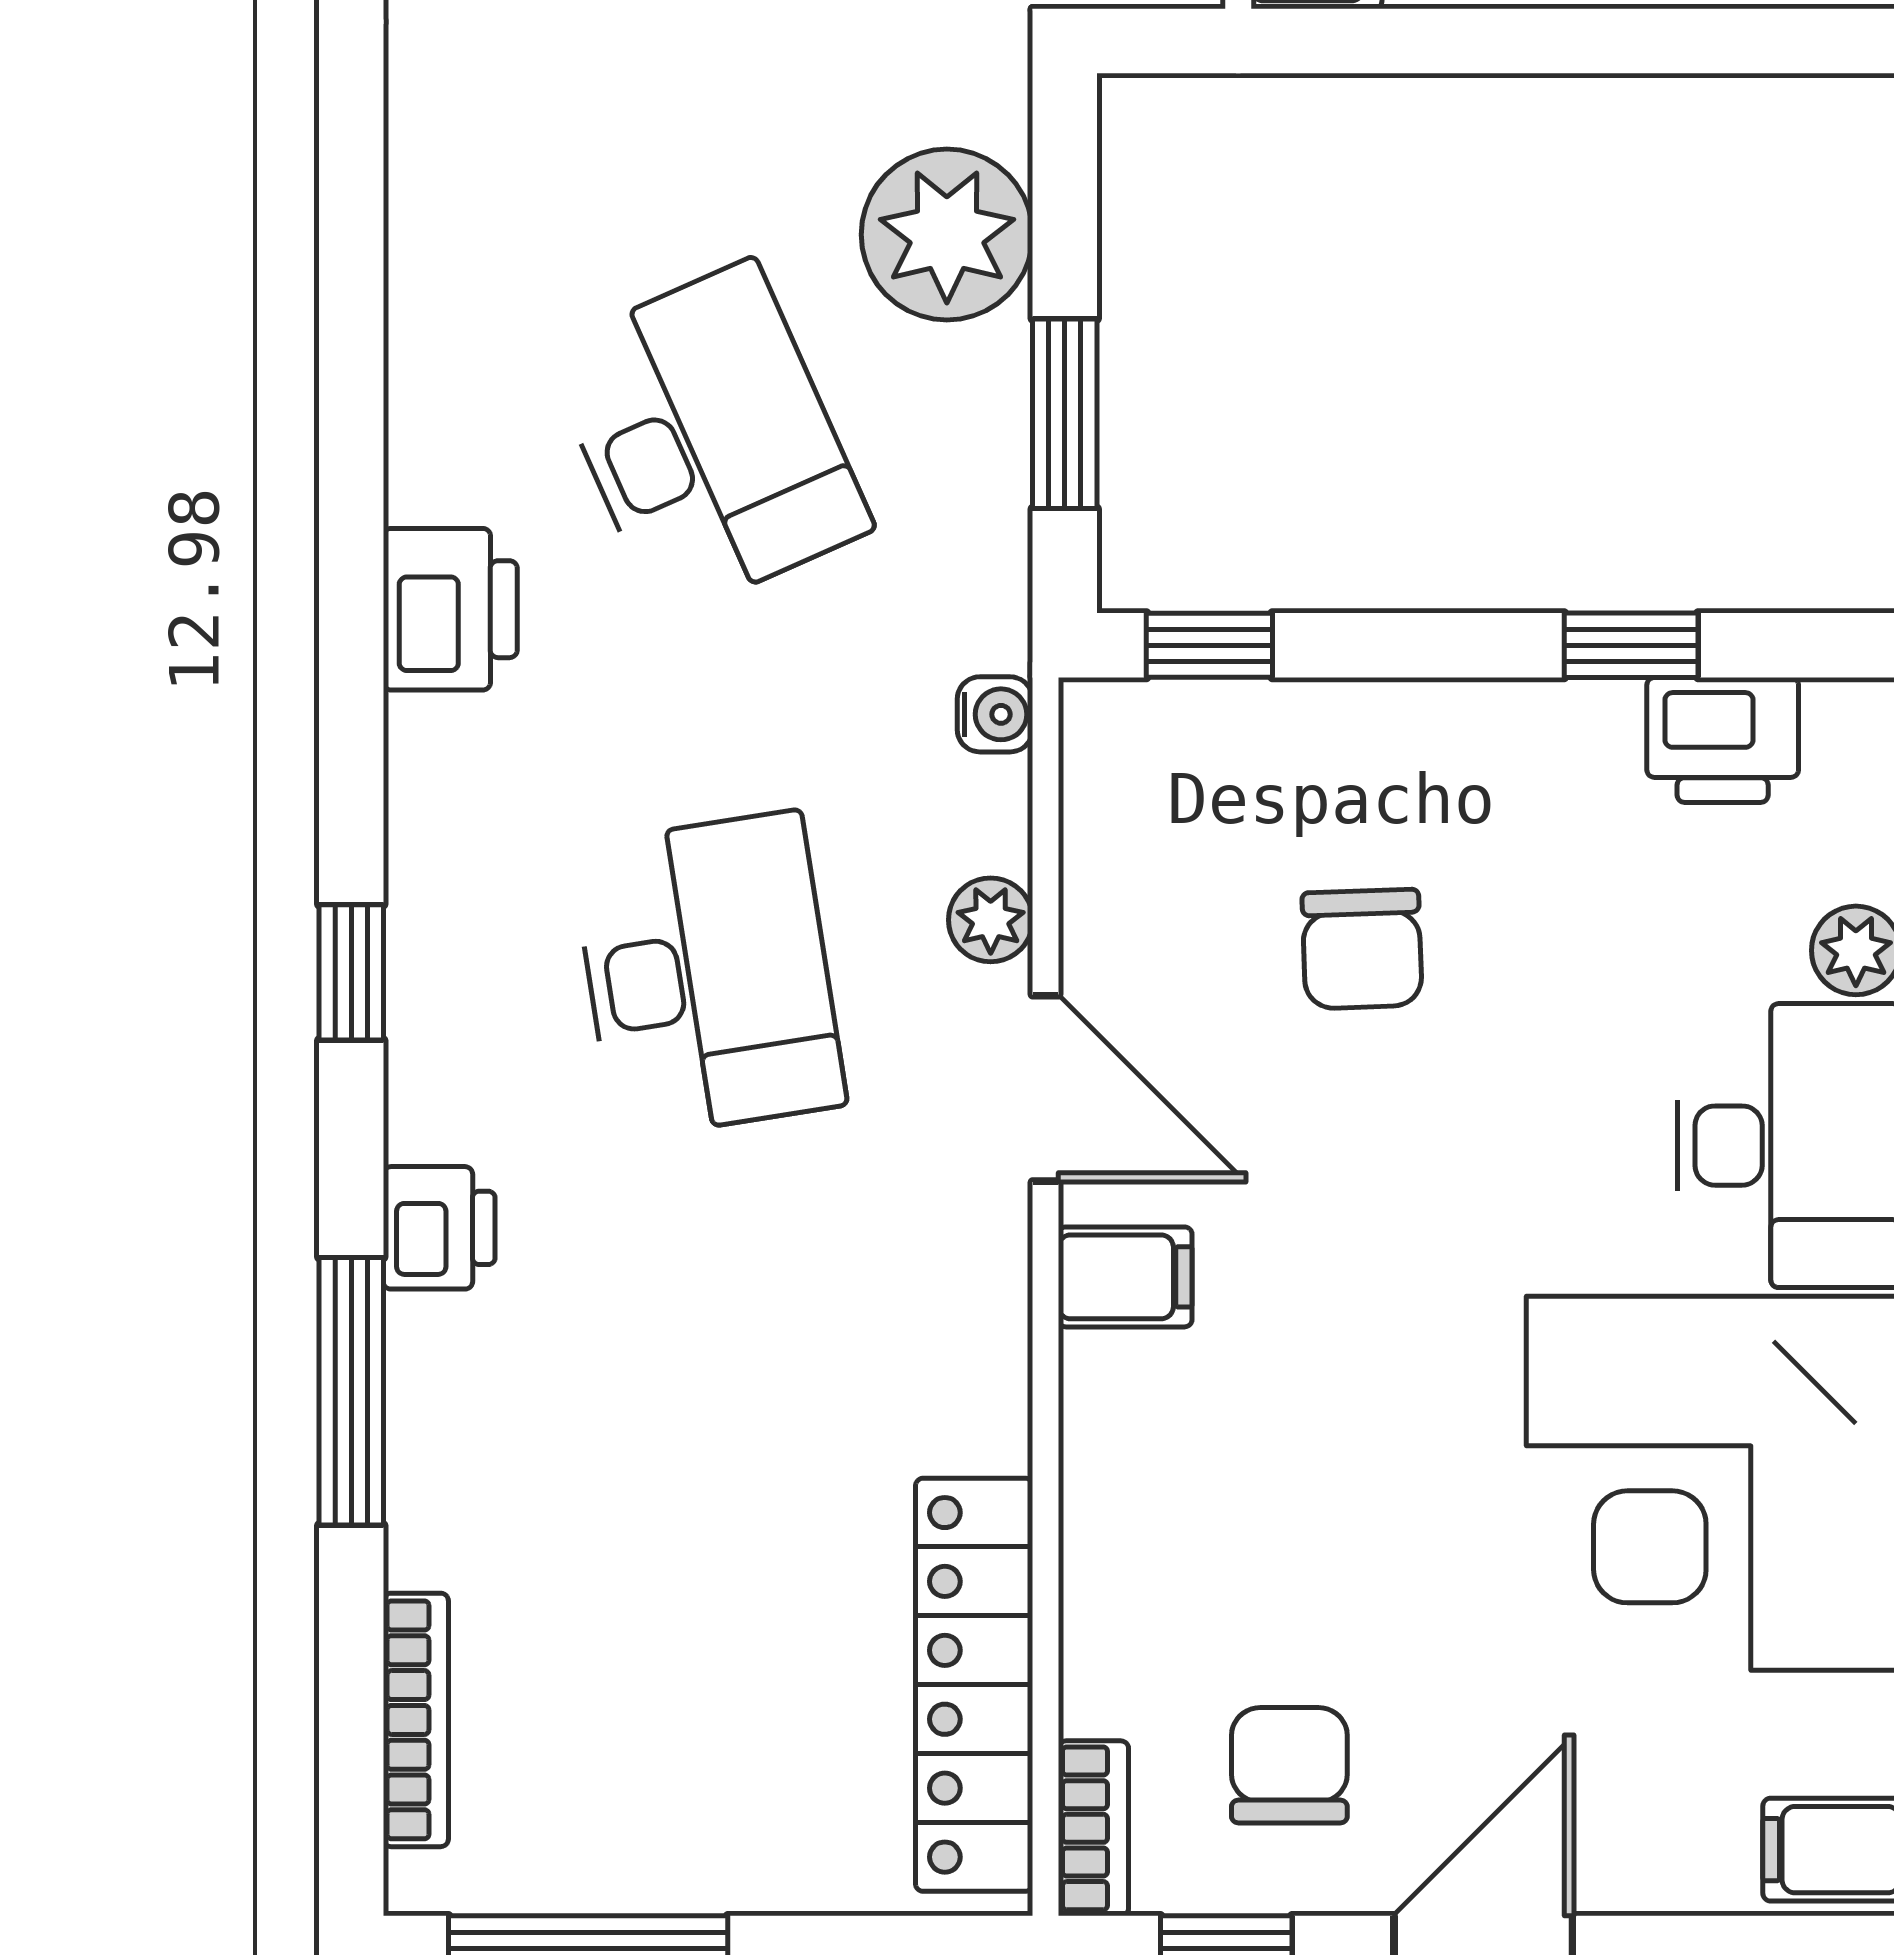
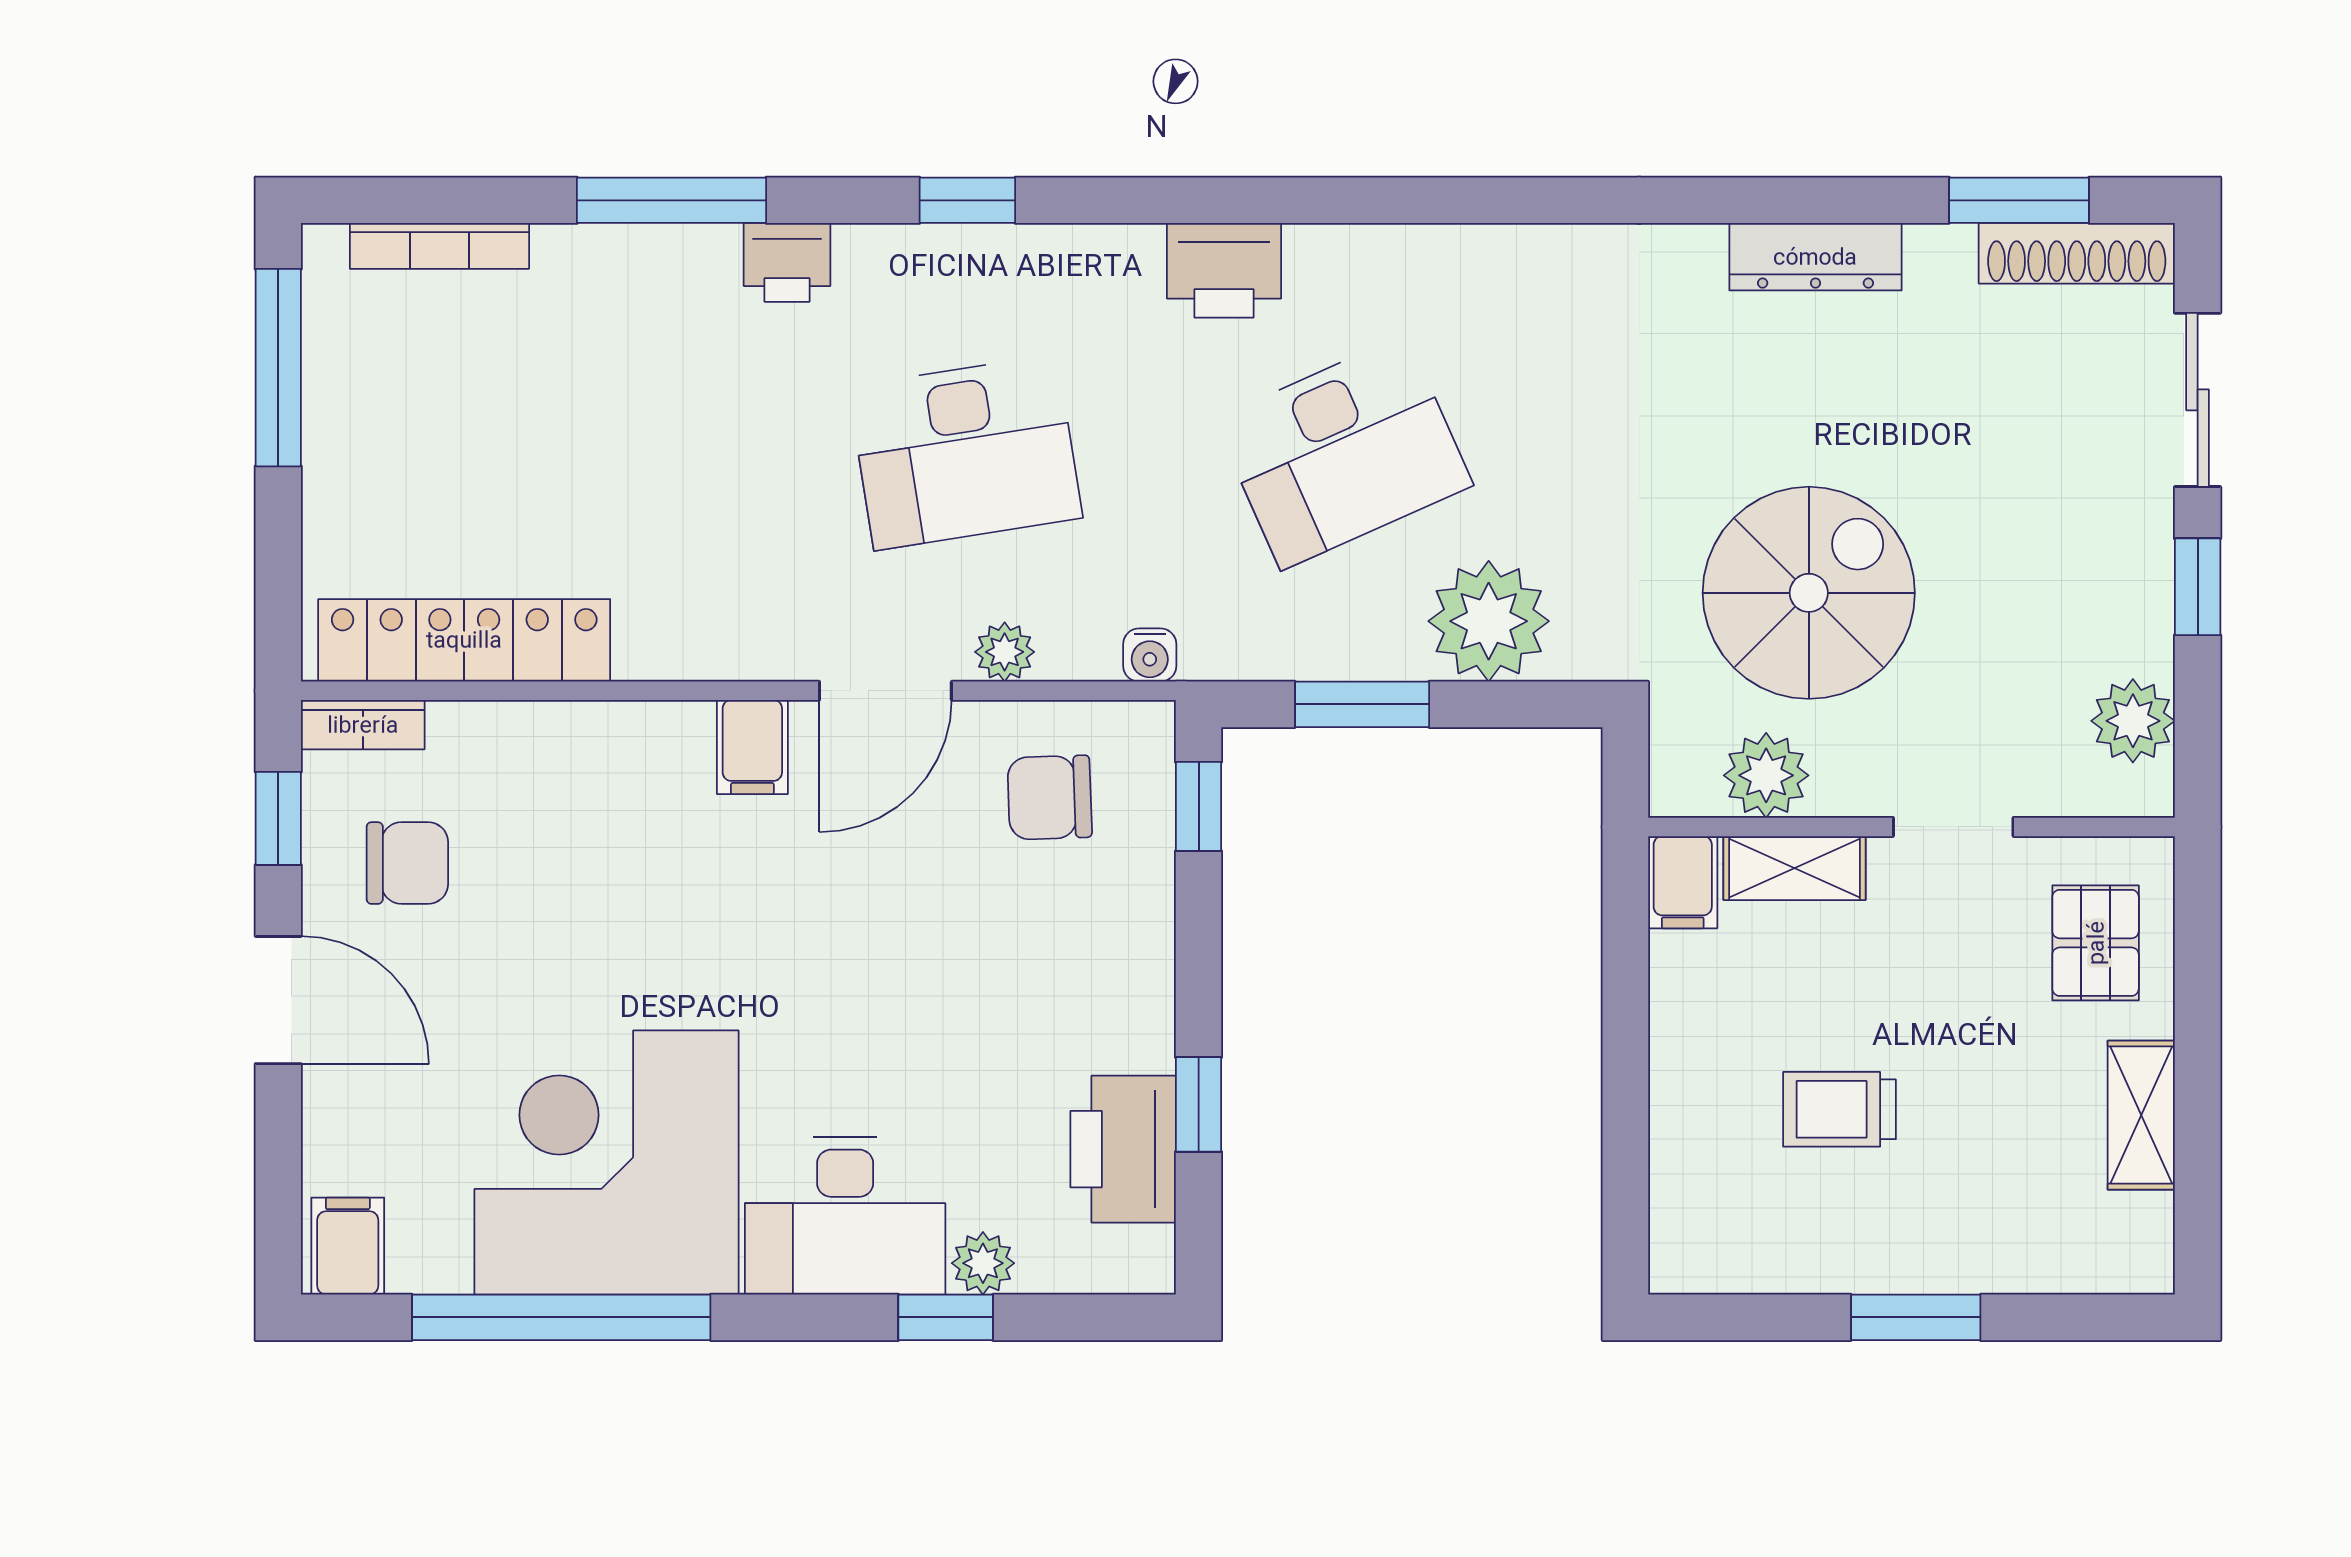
printer: (1723, 740) -> (1123, 1149), width x1.37, depth x1.19
chair: (1362, 949) -> (1050, 797), moved

